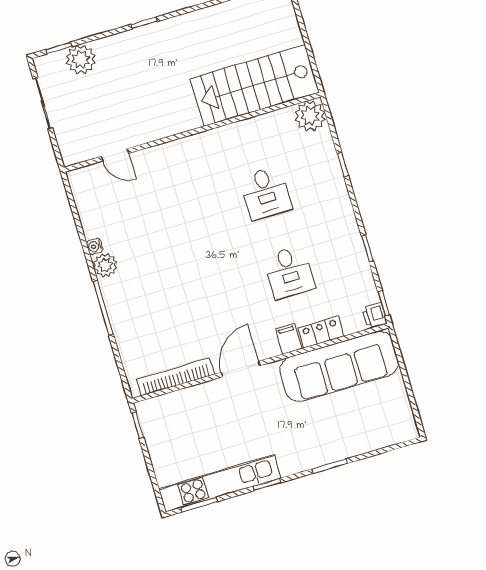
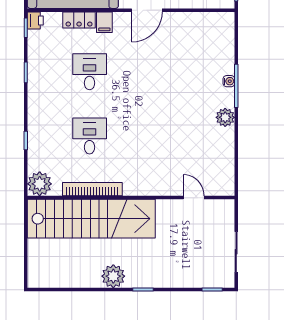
plant: (81, 59) -> (113, 276), moved
stairs: (255, 85) -> (91, 219), width x1.36
water cooler: (95, 246) -> (229, 81), moved
bookcase: (176, 377) -> (92, 189), moved, turned 180

